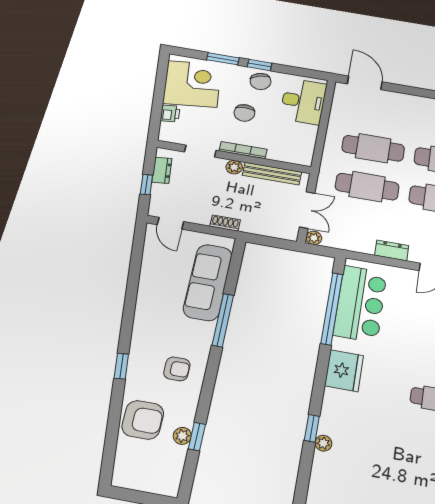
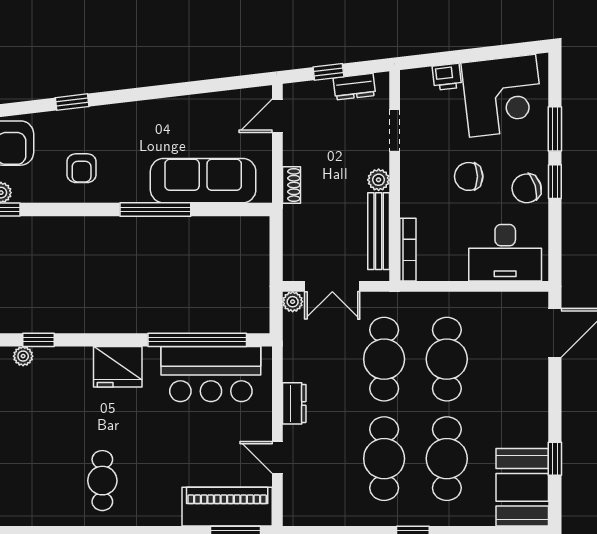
bookcase: (243, 150) -> (408, 250), moved

